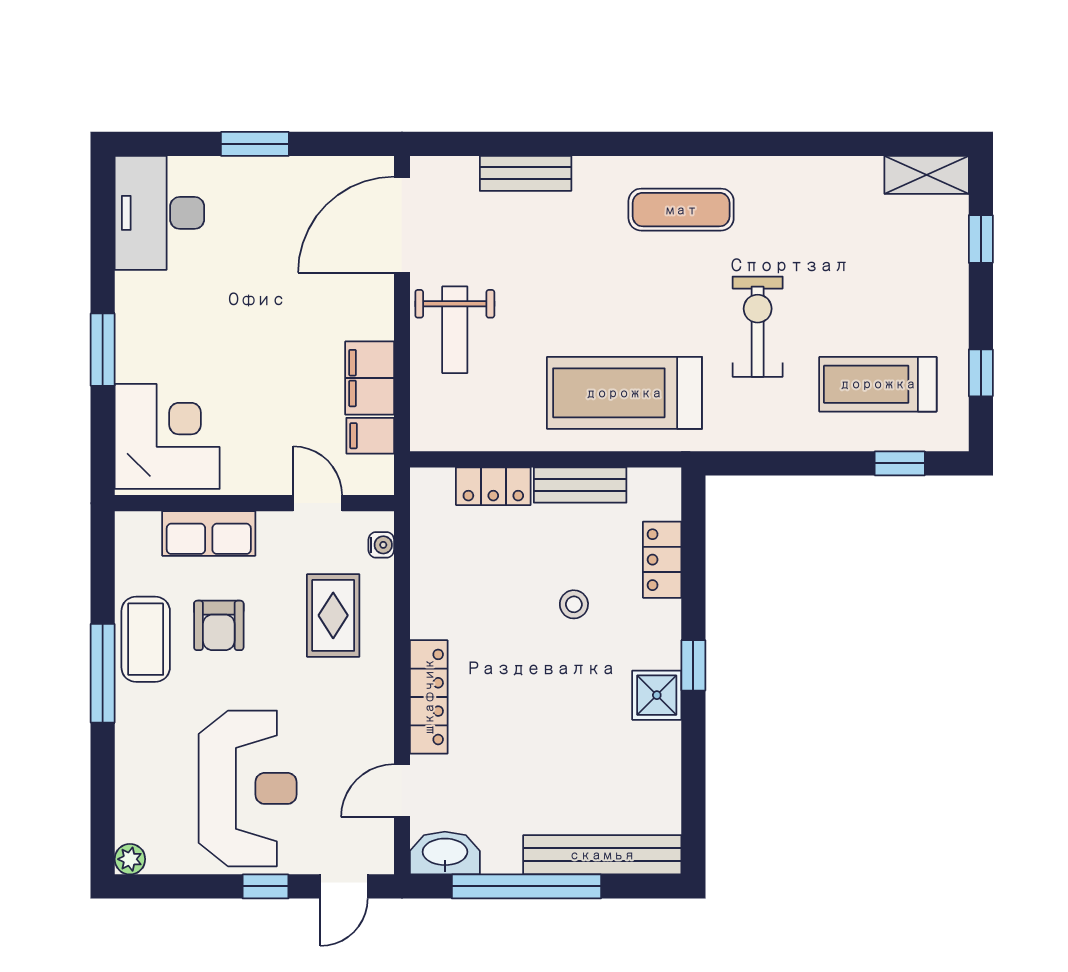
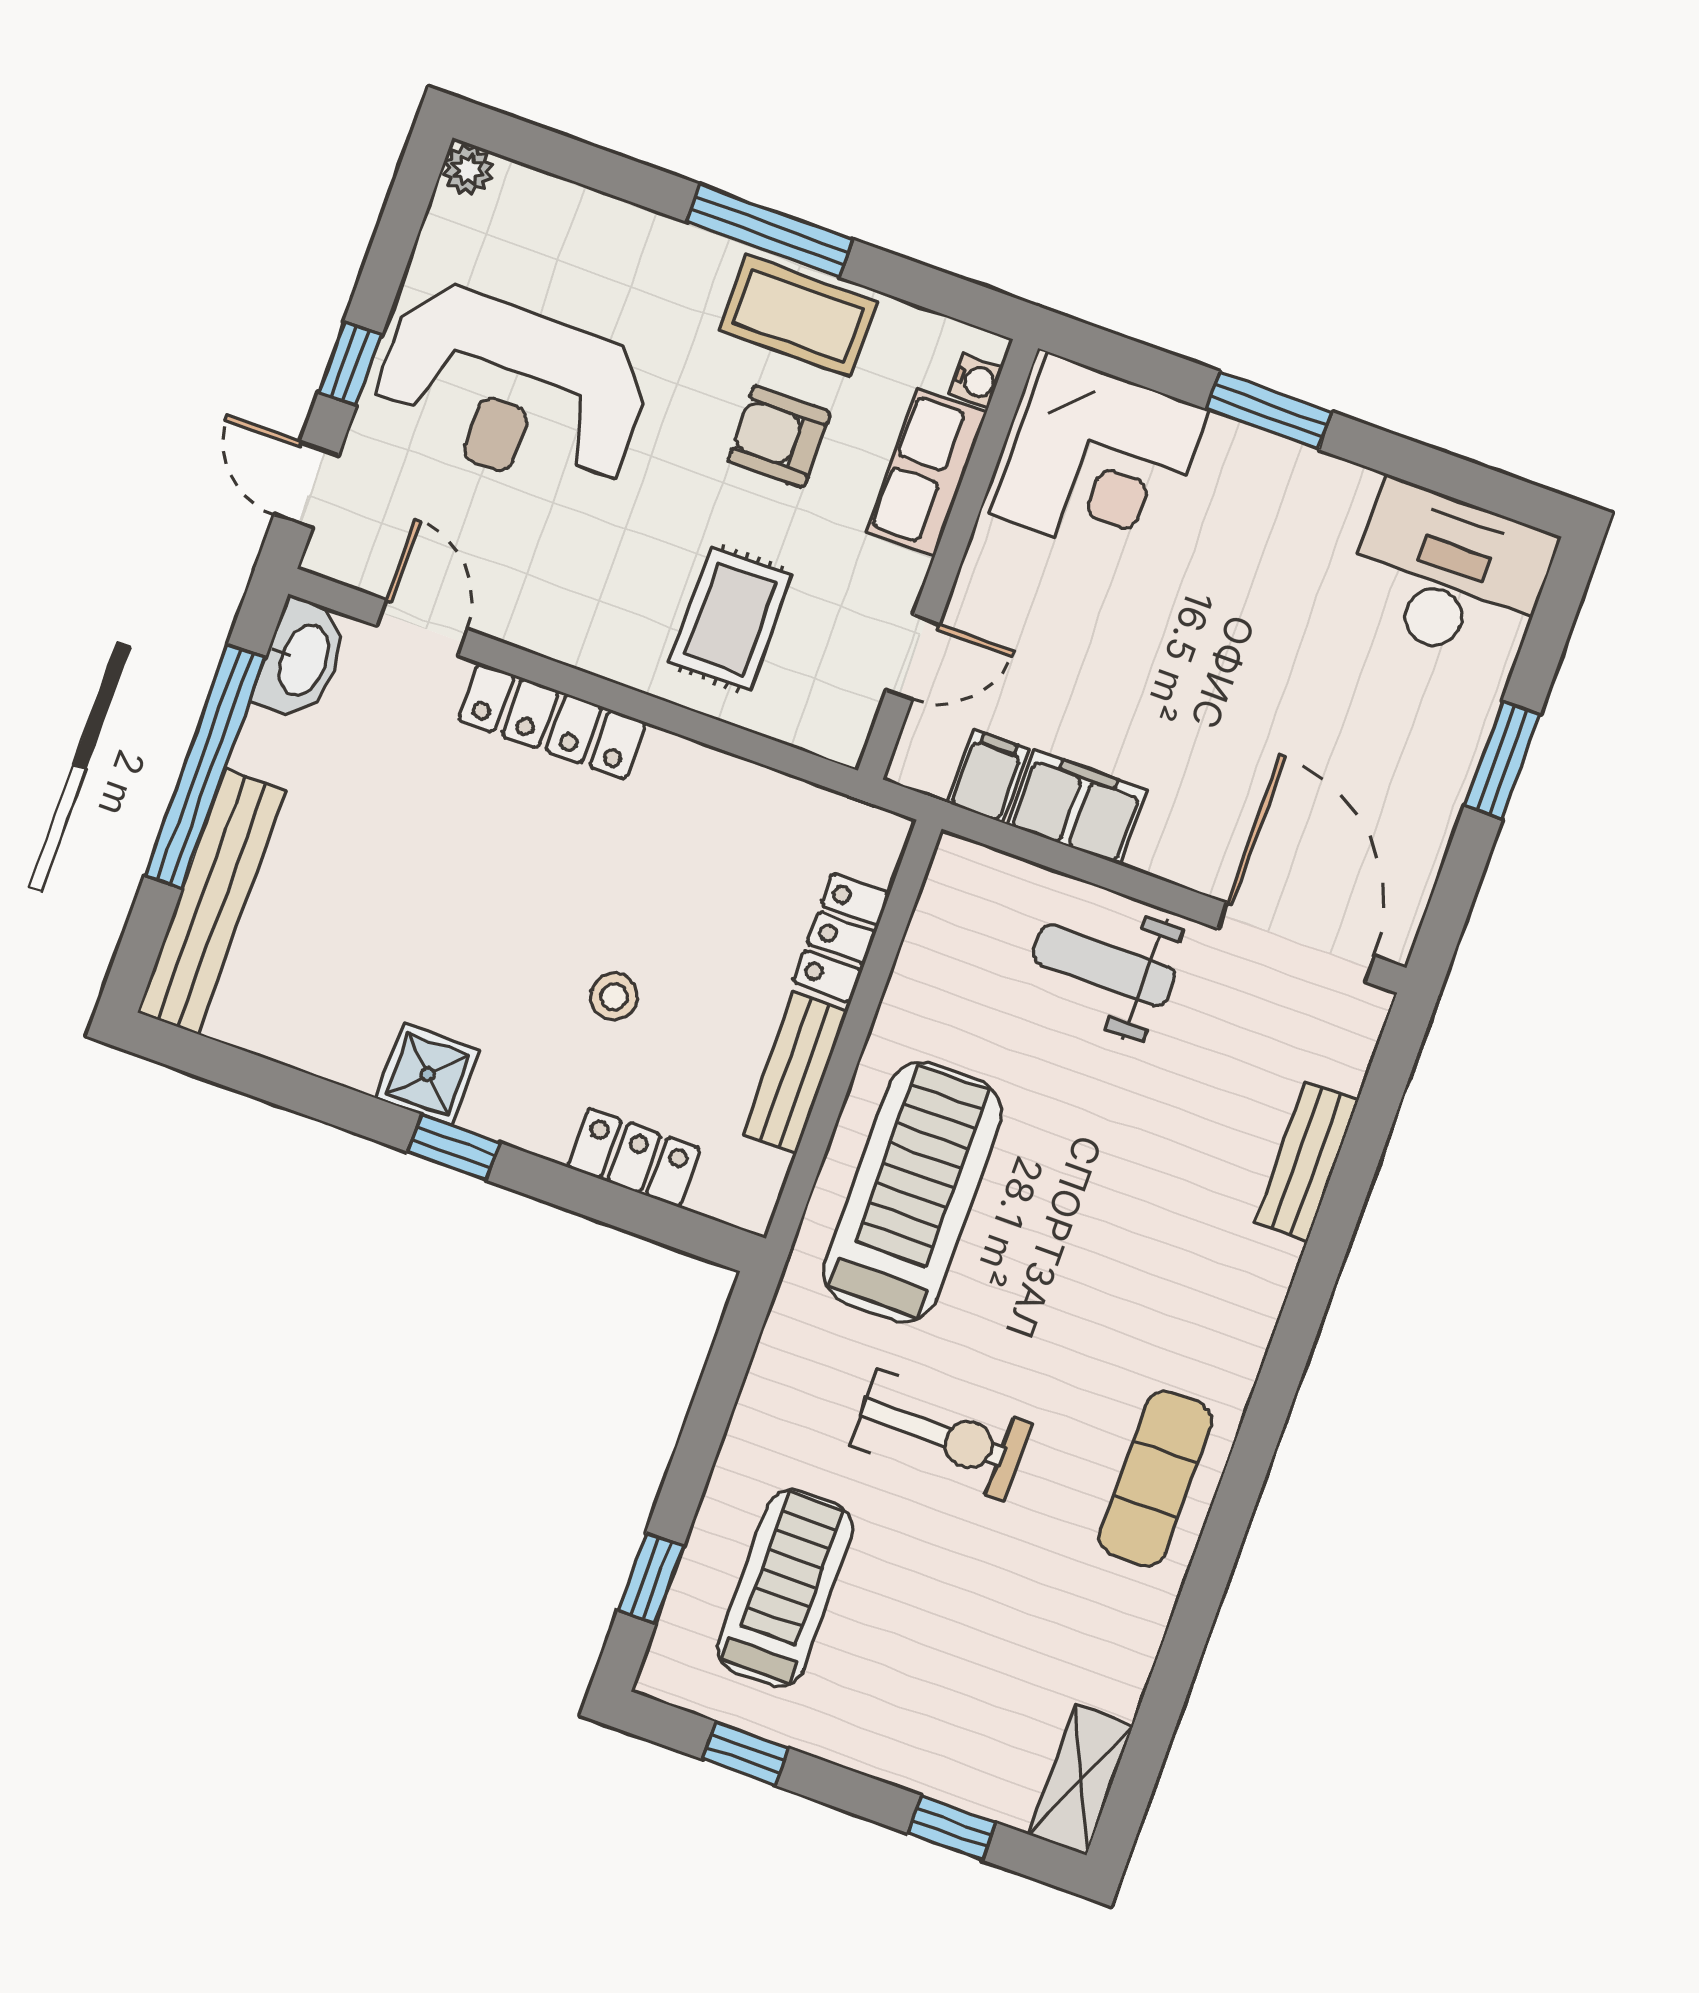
exercise mat: (681, 210) -> (1155, 1479), moved
water cooler: (381, 545) -> (976, 381), moved, turned -90
rug: (333, 615) -> (731, 619), turned 90

